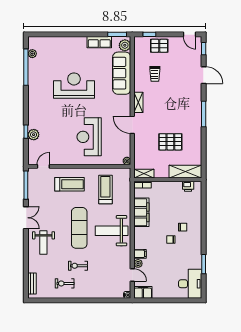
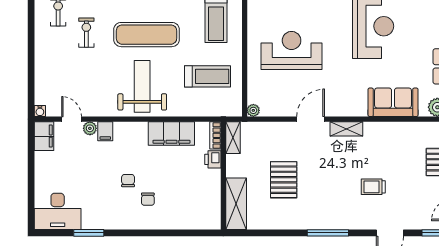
sofa: (122, 73) -> (393, 102), width x0.73
trolley: (155, 74) -> (373, 187), moved
printer: (188, 186) -> (213, 159), moved
door: (132, 275) -> (72, 119), swing flipped

